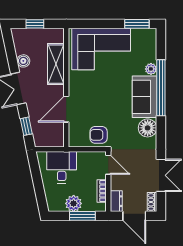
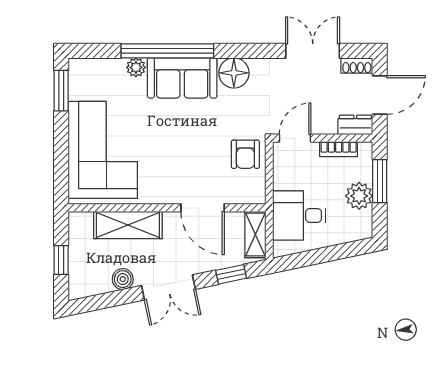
shelving: (50, 141) -> (255, 234), added

